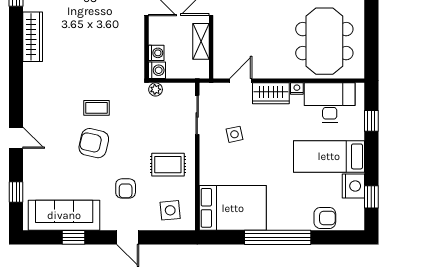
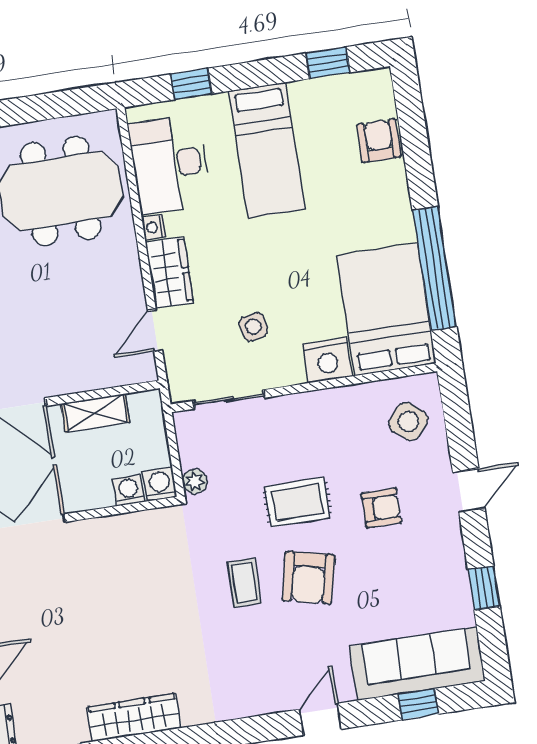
door: (241, 81) -> (155, 330), hinge flipped
rug: (168, 165) -> (297, 502), moved, turned 90
nightstand: (353, 186) -> (327, 360), moved, turned 180
side table: (170, 210) -> (408, 421), turned 45
sofa: (64, 215) -> (417, 664), moved, turned 90
window: (278, 237) -> (434, 269), moved

